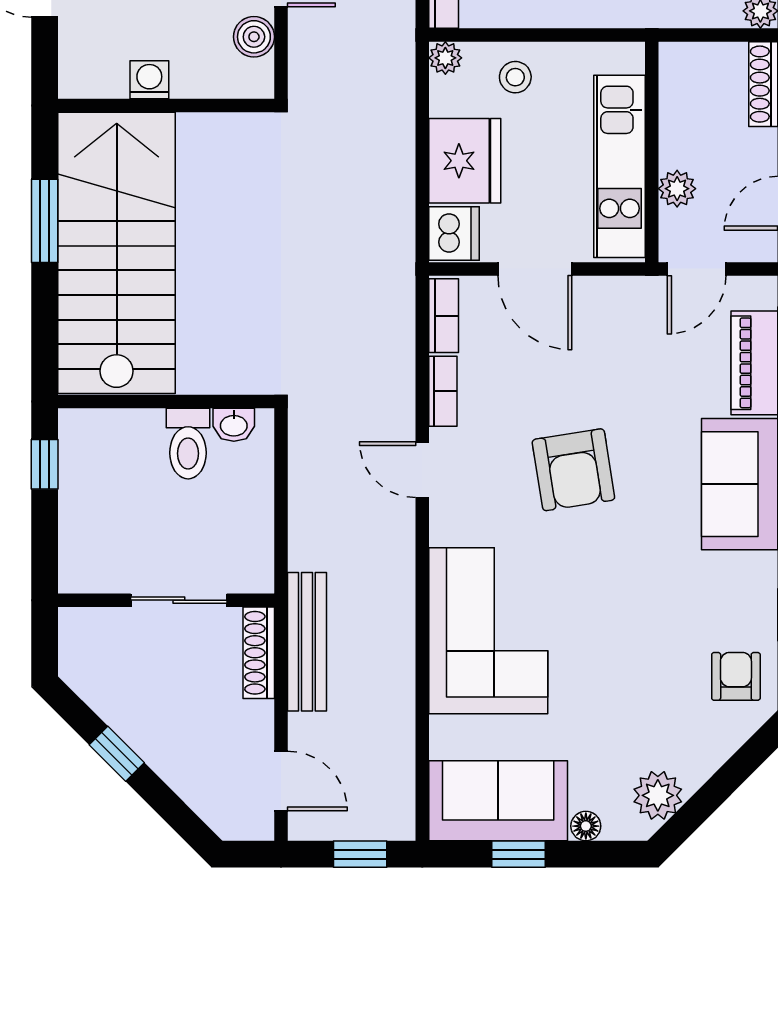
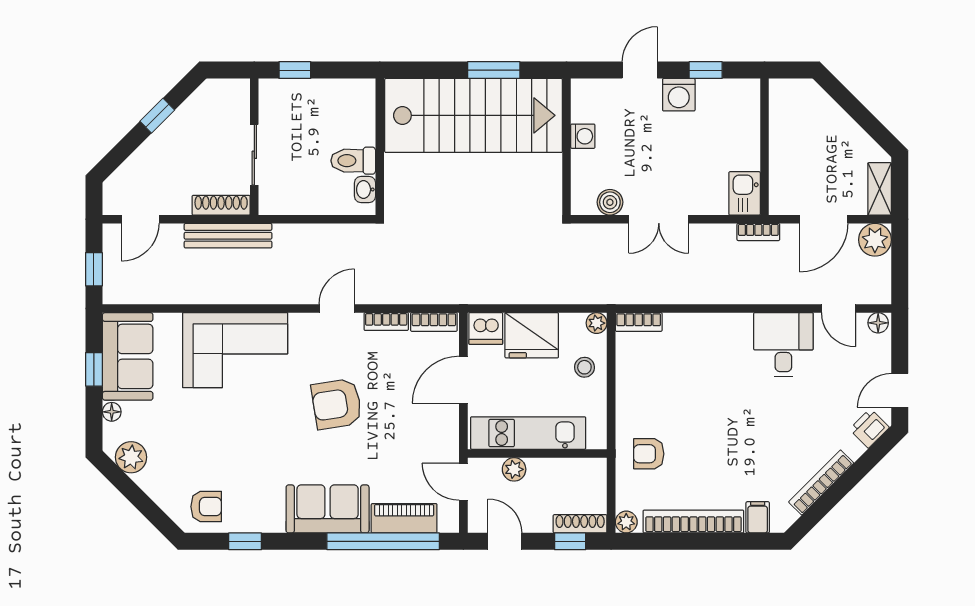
window: (45, 464) -> (295, 70), moved

